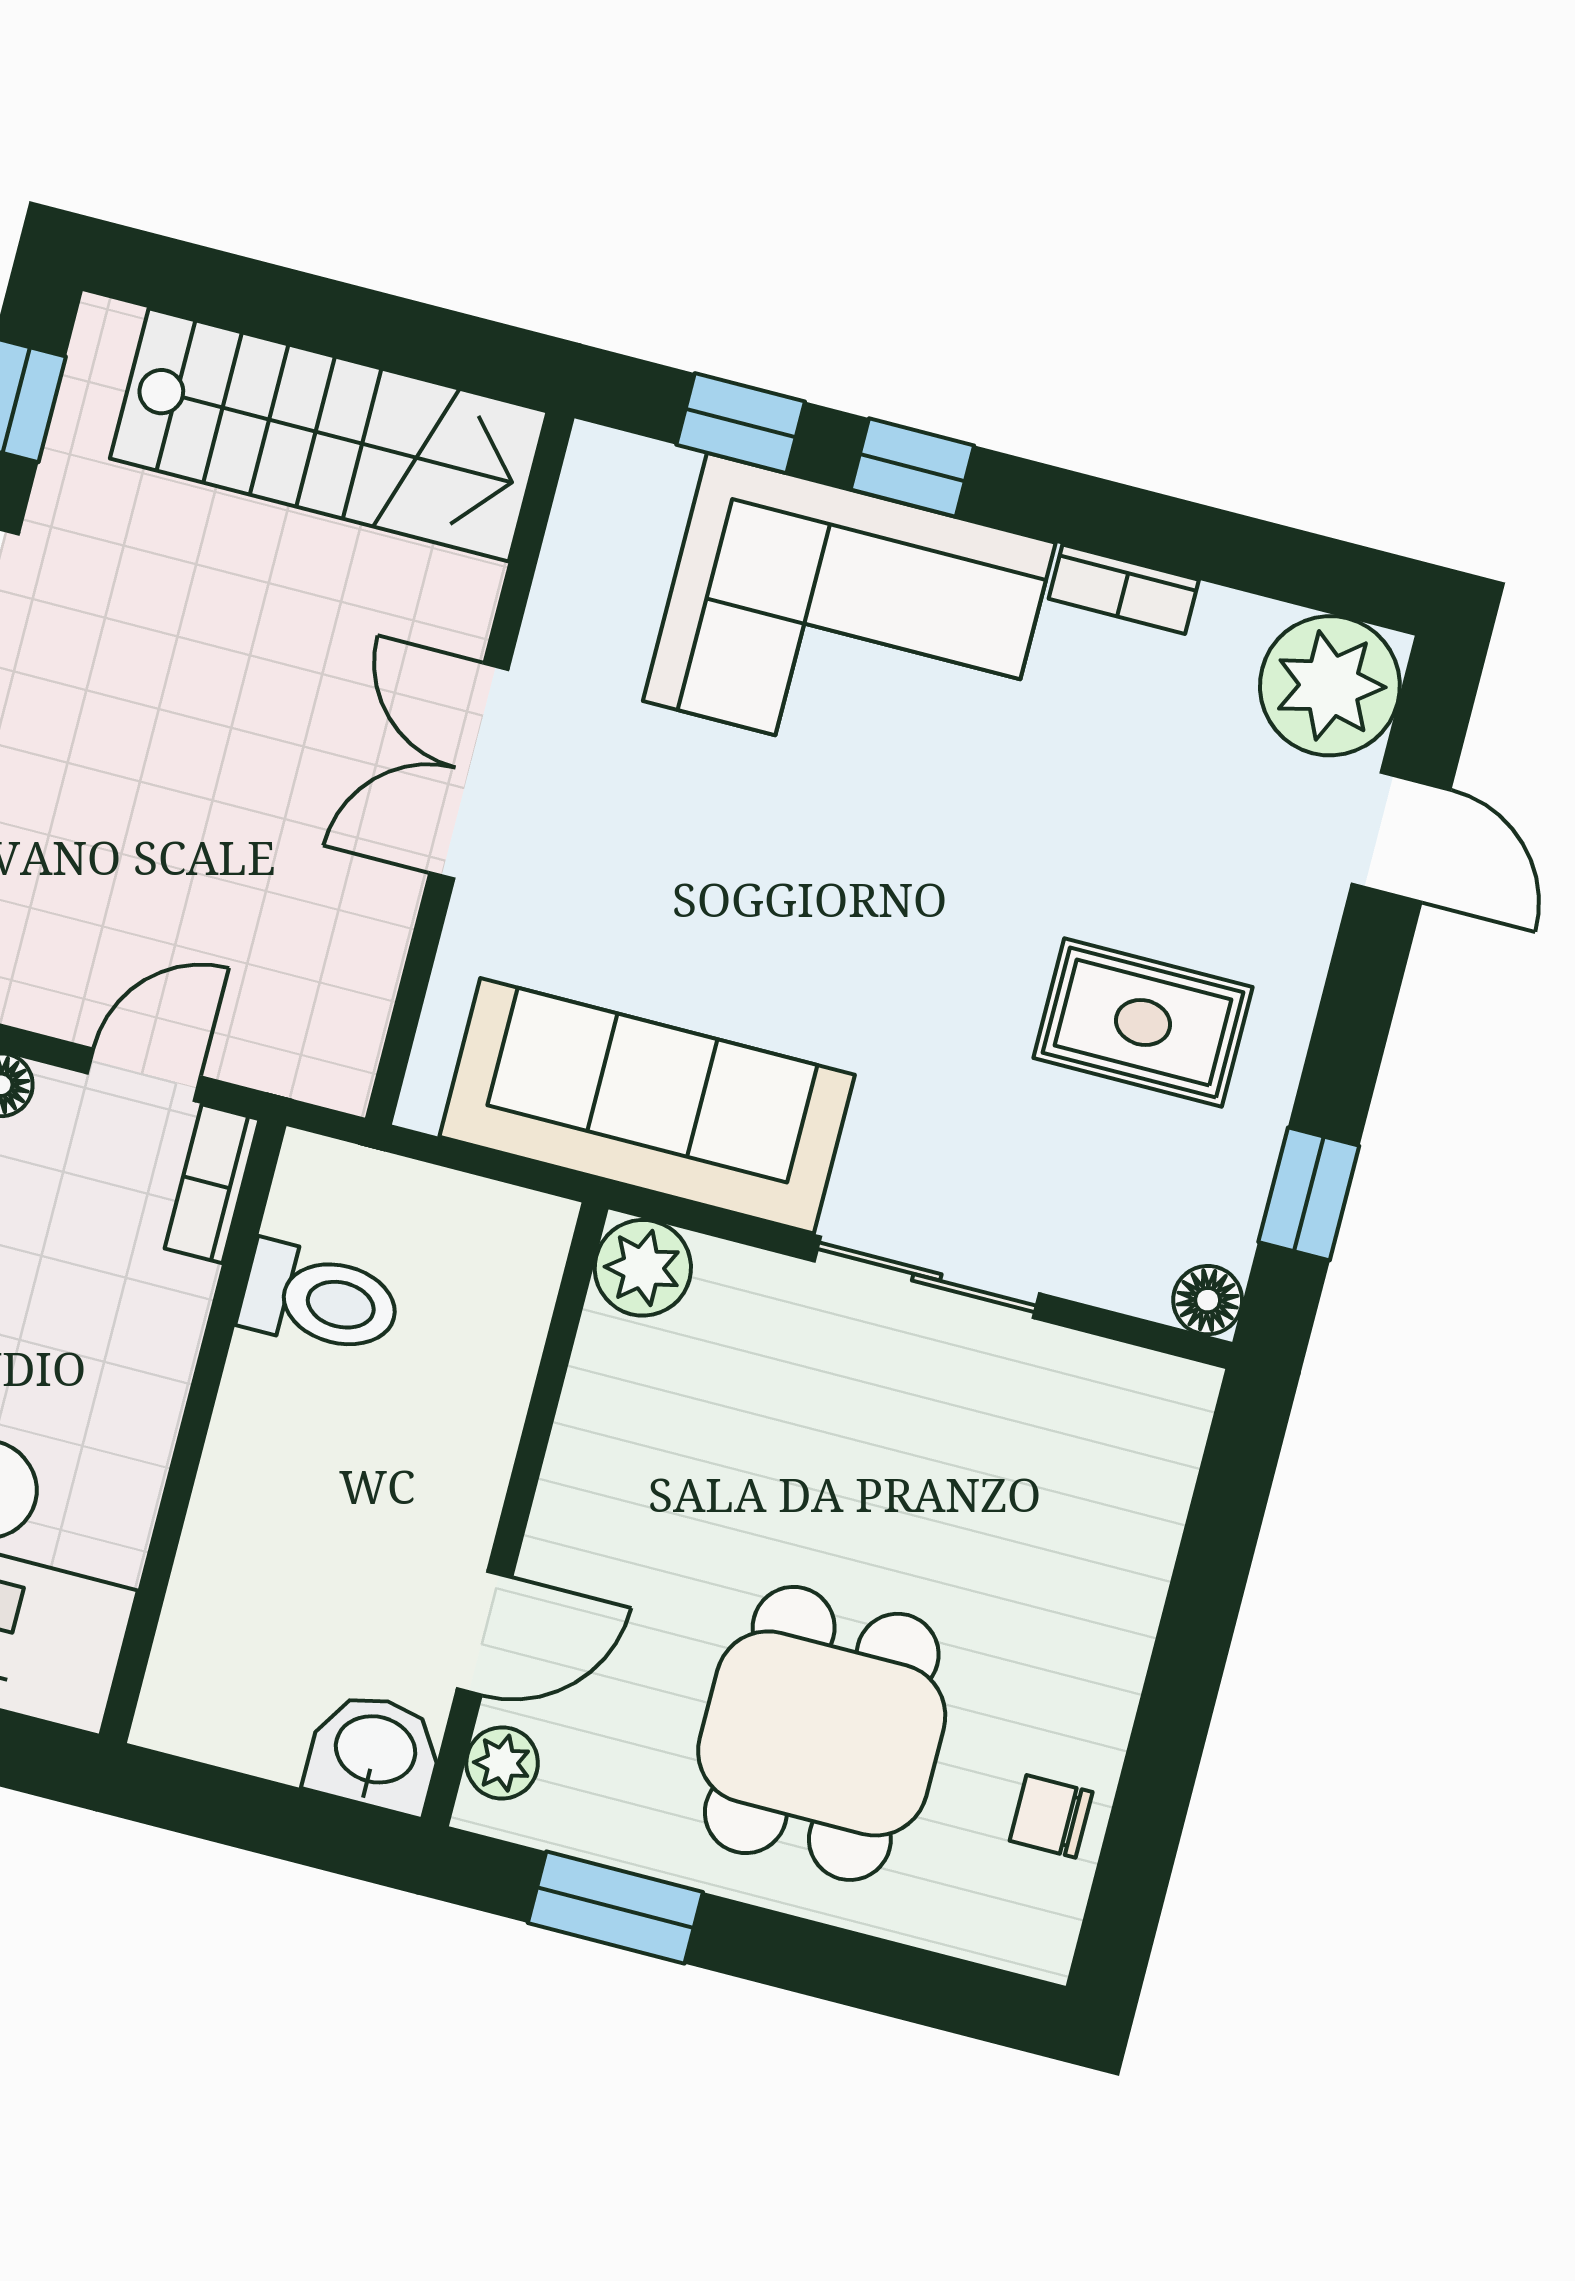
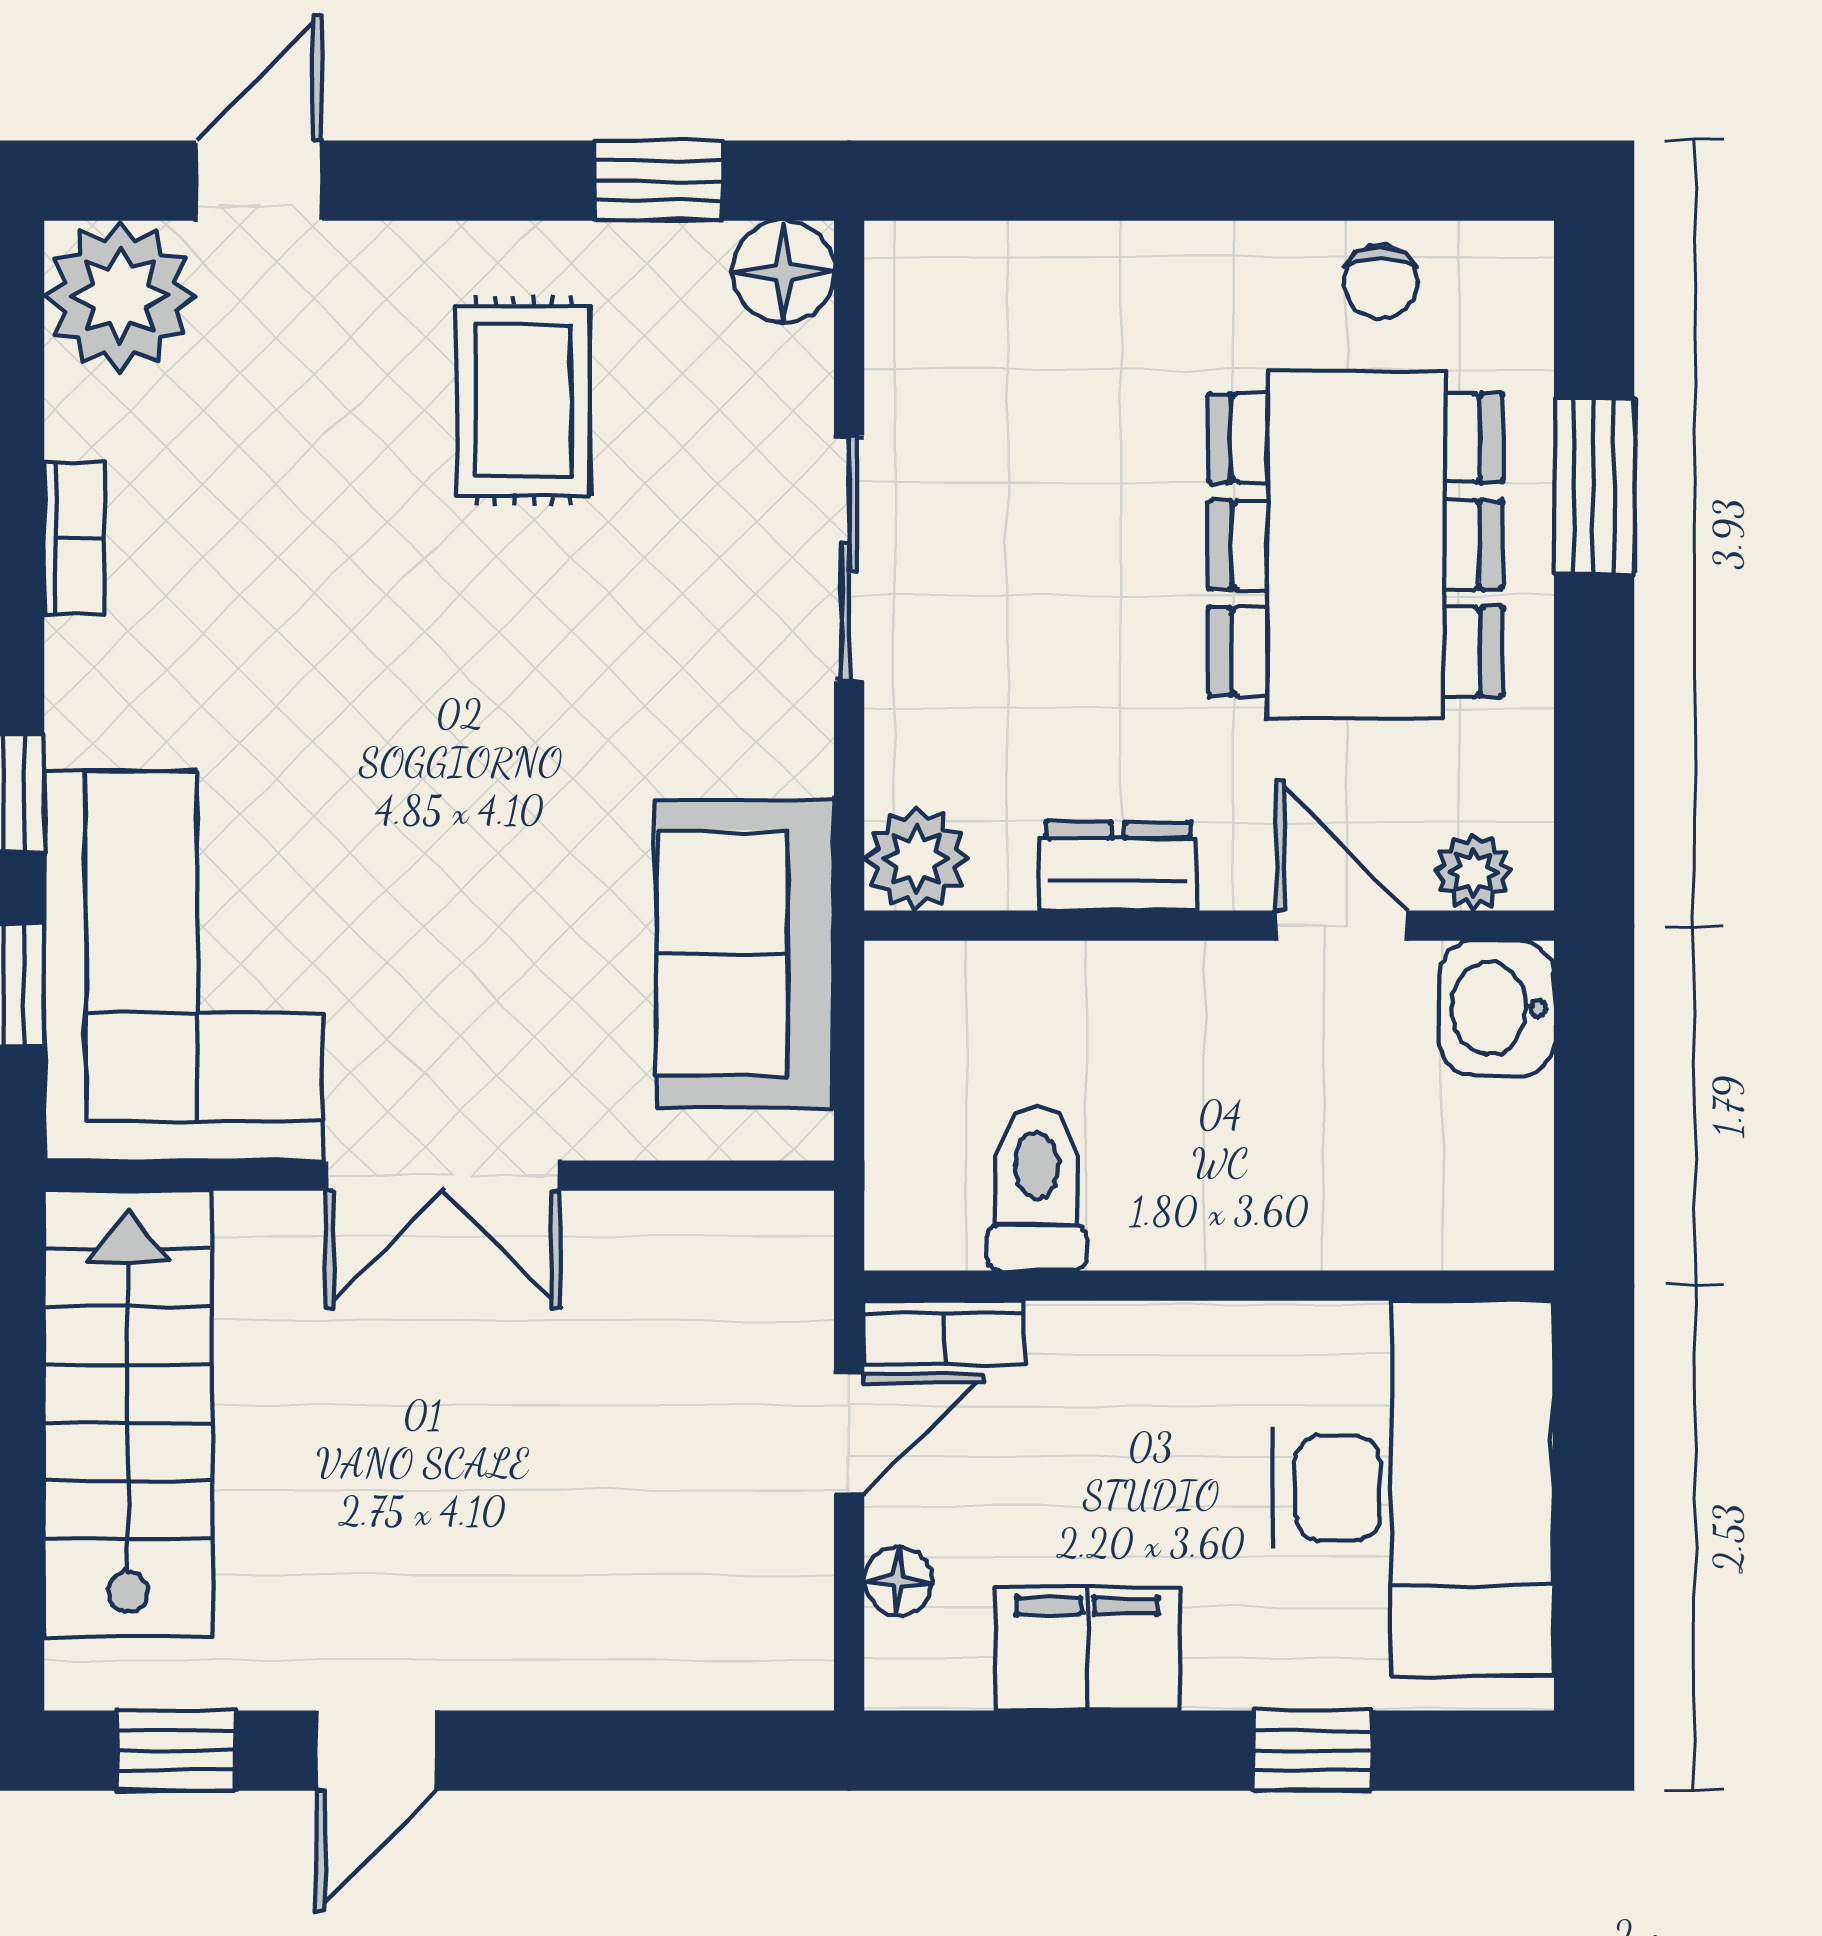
corner sofa: (849, 622) -> (183, 966), moved
door: (144, 1075) -> (849, 1434), swing flipped
sofa: (647, 1106) -> (745, 954), width x0.73
floor lamp: (1208, 1300) -> (783, 272), width x1.37, depth x1.37
dresser: (589, 1446) -> (1118, 866), added
dining table: (822, 1733) -> (1356, 545), width x1.38
window: (615, 1907) -> (1594, 486), moved

